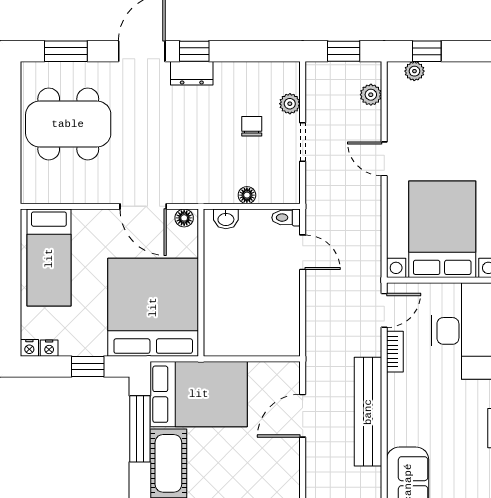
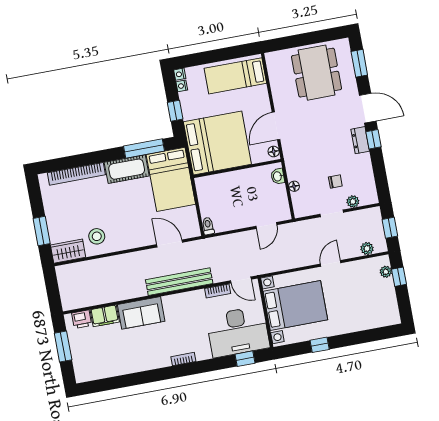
toilet: (286, 218) -> (208, 226), moved

